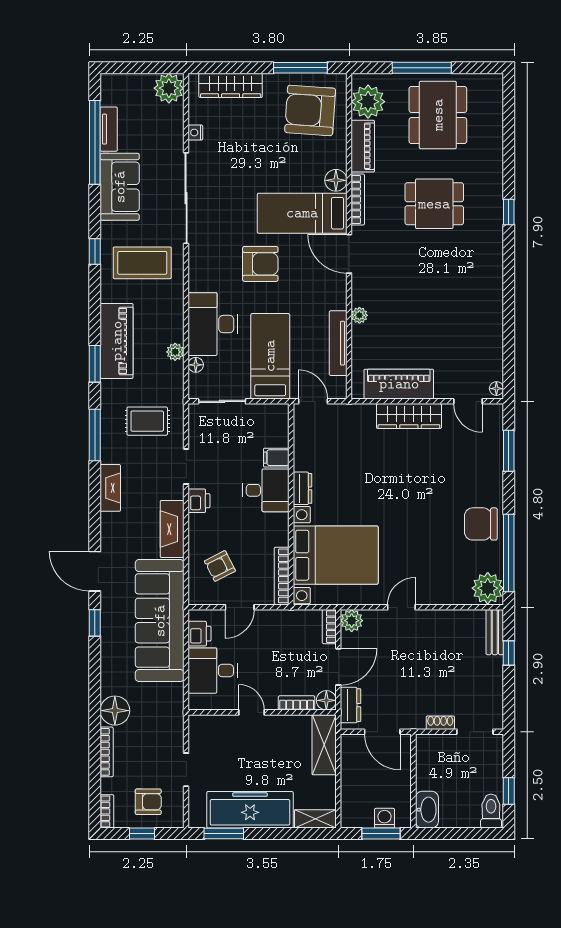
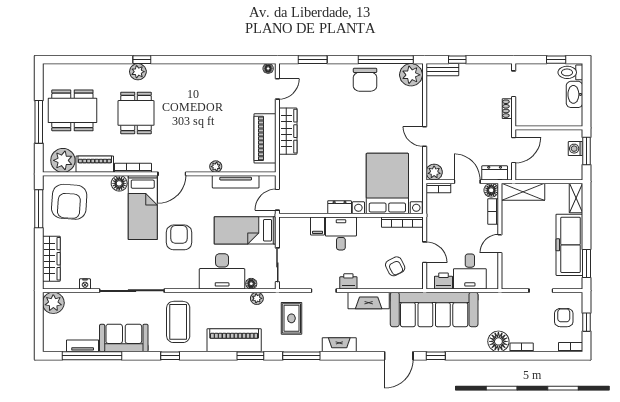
plant: (492, 206) -> (138, 72), added
plant: (175, 352) -> (257, 298), moved
bookcase: (107, 752) -> (522, 347), width x0.64
washbasin: (427, 810) -> (575, 94), moved, turned -90

